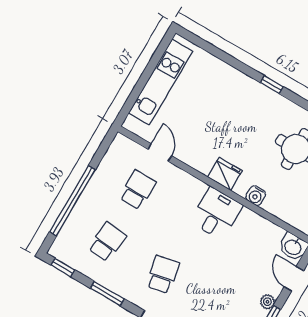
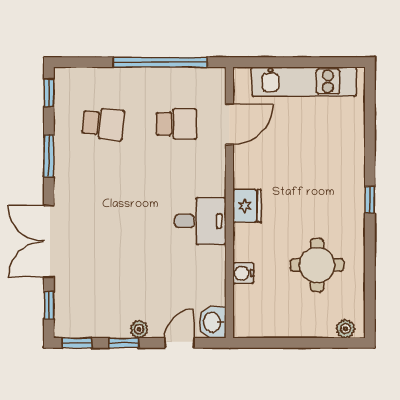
door: (160, 153) -> (229, 124), width x1.38
water cooler: (256, 196) -> (243, 273), moved
window: (72, 201) -> (160, 62), moved
school desk: (163, 275) -> (103, 202), removed

